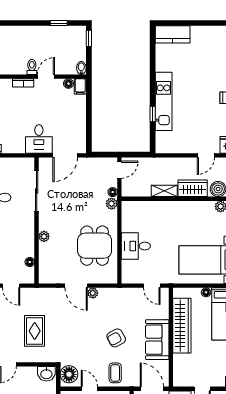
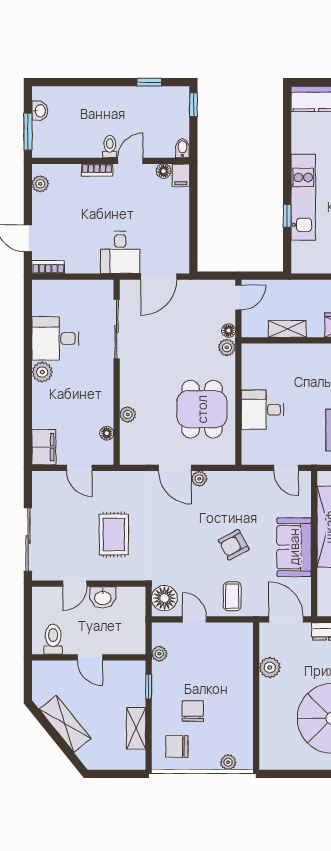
shelving: (164, 191) -> (287, 329), moved
plant: (44, 236) -> (128, 414), moved
washbasin: (46, 374) -> (103, 597), moved

